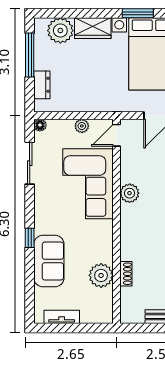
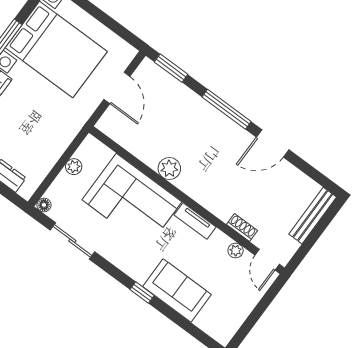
door: (117, 135) -> (267, 260), moved
plant: (101, 275) -> (236, 251), width x0.53, depth x0.53
tv unit: (62, 317) -> (195, 221), moved, turned -90

